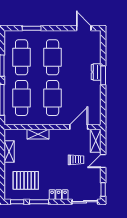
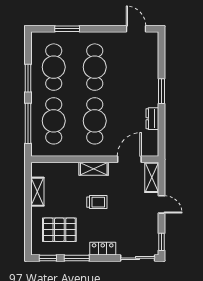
dresser: (96, 72) -> (152, 119), moved
shelving: (38, 134) -> (94, 169), moved
trolley: (76, 160) -> (97, 202), moved
door: (103, 161) -> (162, 204), swing flipped

